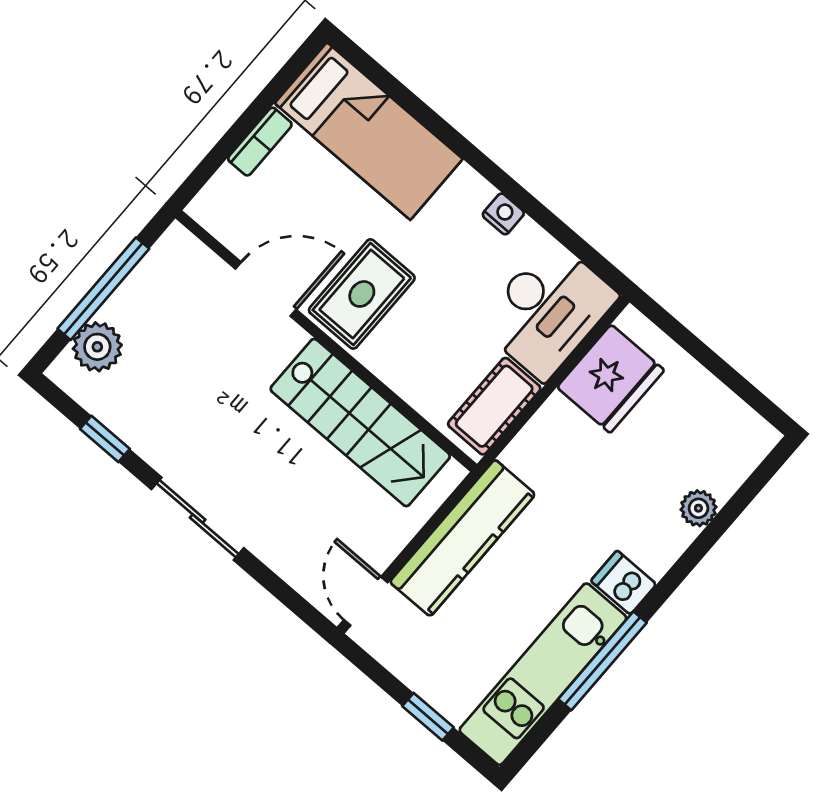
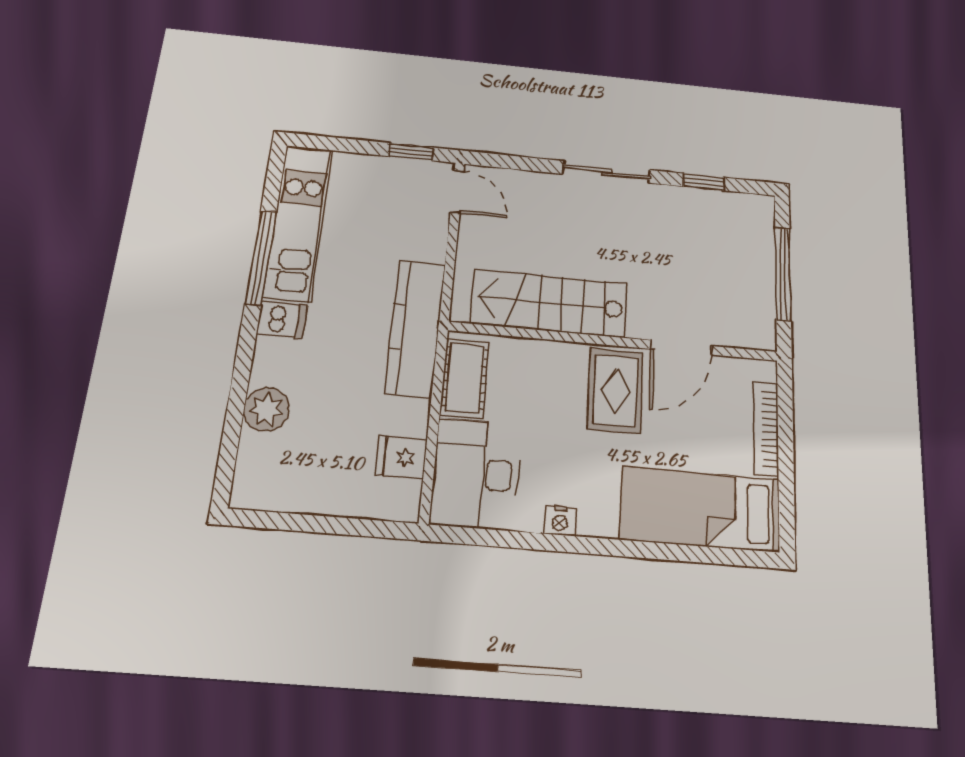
bookcase: (260, 142) -> (766, 429), width x1.56
plant: (97, 347) -> (756, 235), removed
fridge: (611, 379) -> (401, 458), width x0.53, depth x0.75
plant: (698, 508) -> (267, 409), width x1.38, depth x1.38
kitchen counter: (463, 538) -> (415, 328), moved
window: (428, 717) -> (411, 152), moved

